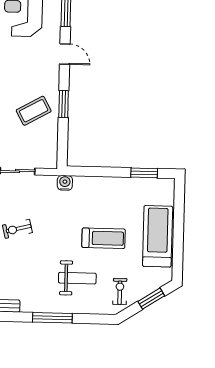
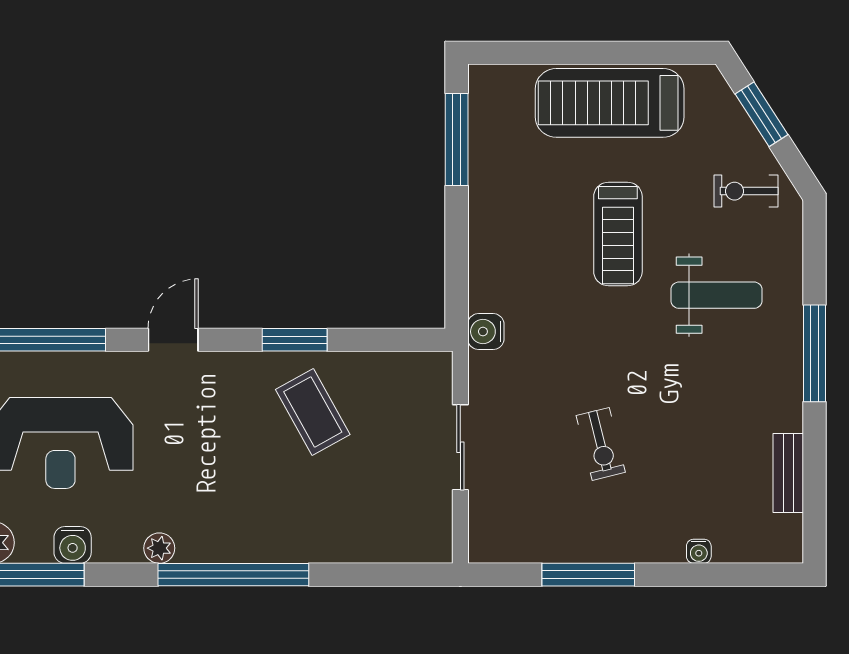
window: (144, 173) -> (457, 139), width x1.44
treadmill: (104, 238) -> (618, 234), turned 180
weight bench: (77, 278) -> (717, 295), turned 90

